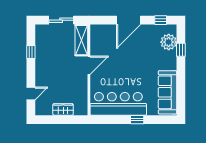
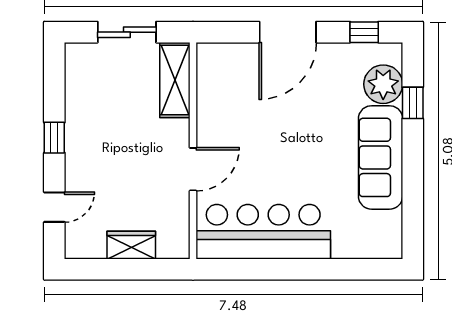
window: (31, 52) -> (54, 138), moved
door: (89, 65) -> (193, 169), moved
sofa: (167, 92) -> (381, 157), moved
window: (137, 120) -> (308, 269), removed

